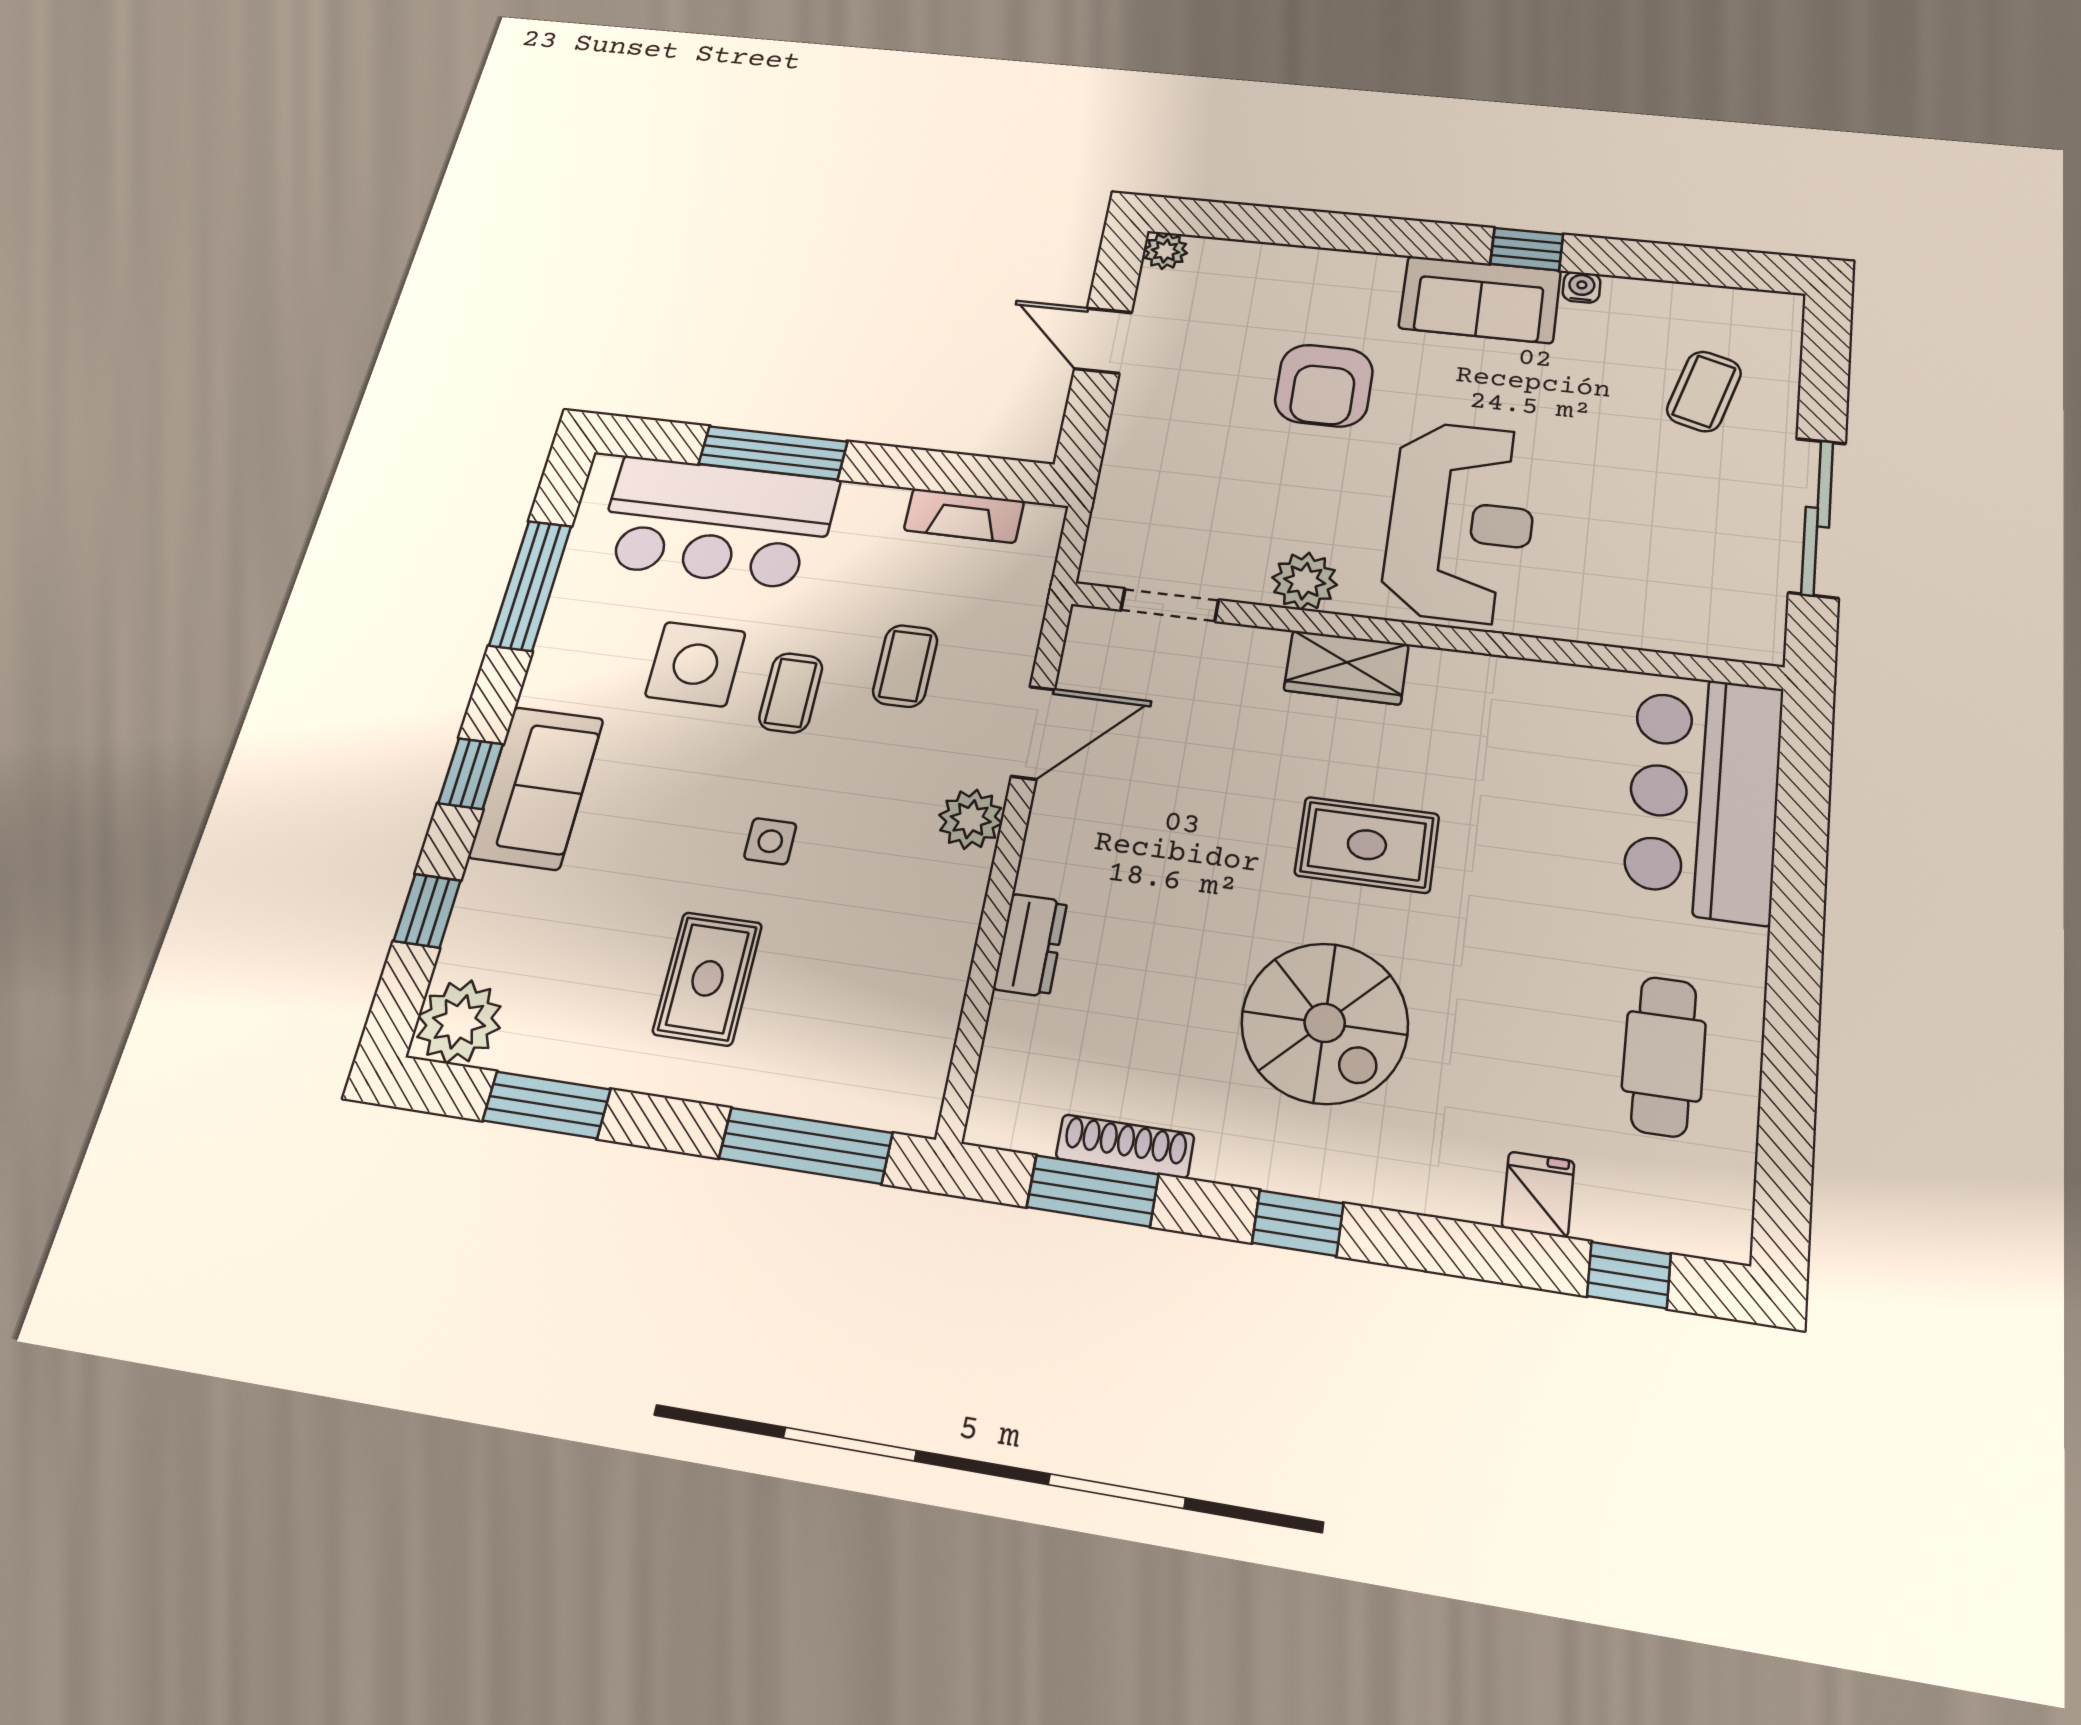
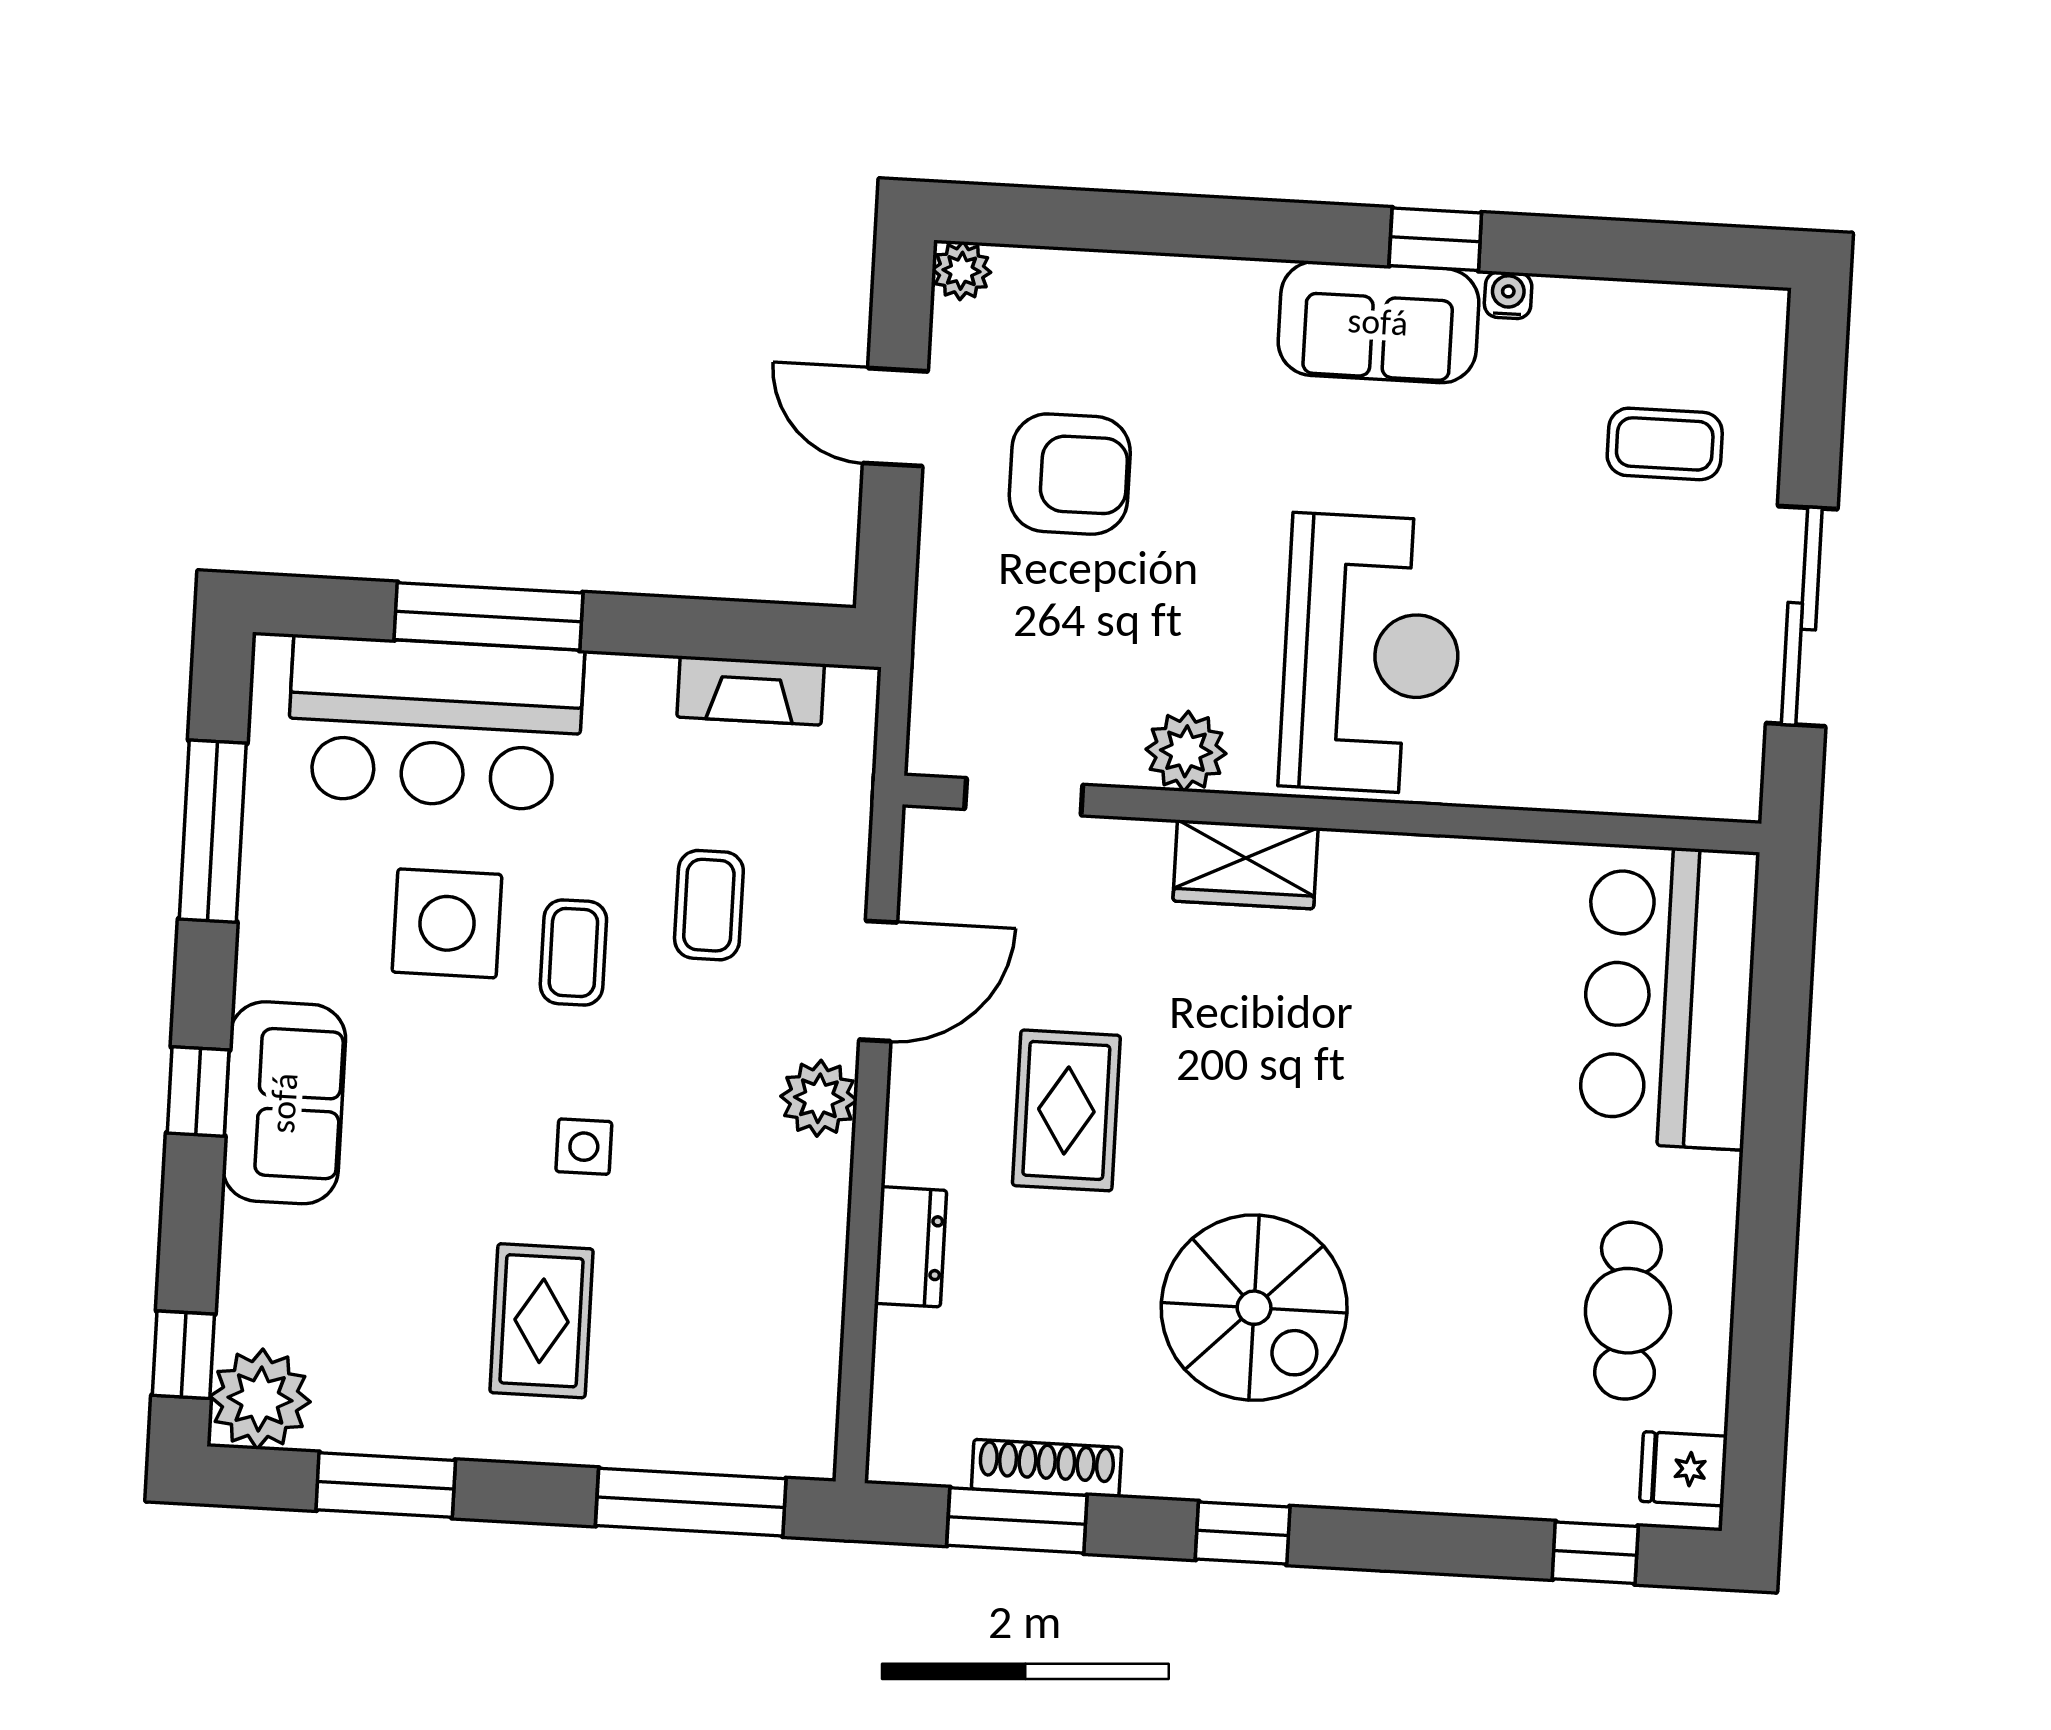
armchair: (1324, 386) -> (1070, 474), moved, turned -90
coffee table: (1704, 391) -> (1665, 444), turned 74
rug: (1367, 845) -> (1066, 1110), moved, turned 90
window: (427, 911) -> (183, 1355), moved
fridge: (1538, 1194) -> (1683, 1469), moved, turned -90

